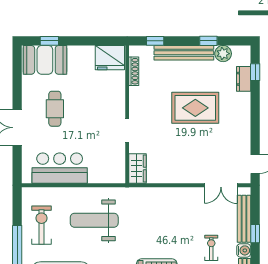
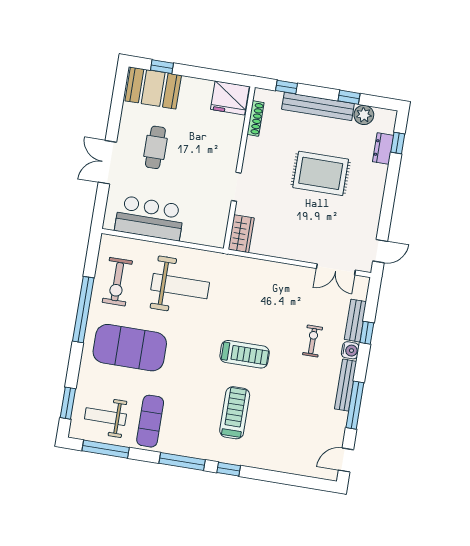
bench: (244, 219) -> (355, 321), width x0.73
weight bench: (94, 220) -> (180, 286), turned 180
exercise bike: (42, 225) -> (117, 282), turned 180

